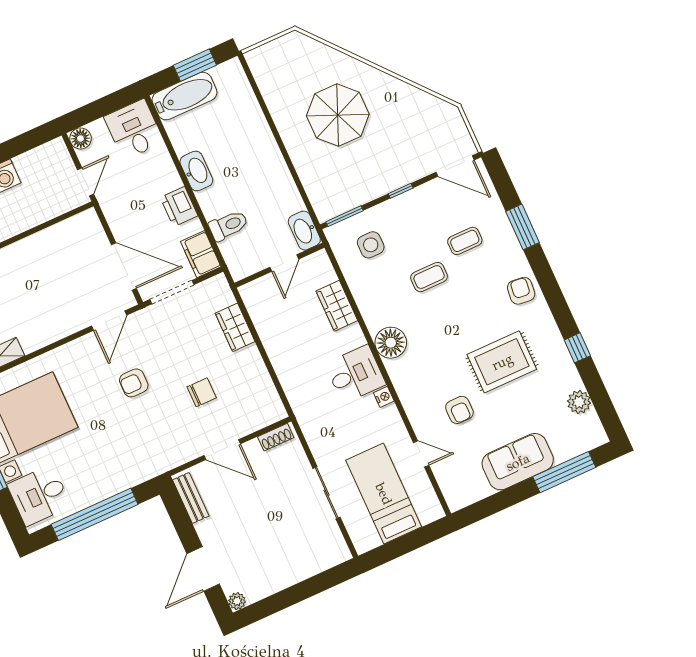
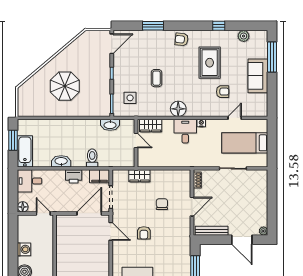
coffee table: (465, 241) -> (148, 55), removed
door: (284, 263) -> (136, 141), moved
wall: (279, 265) -> (136, 143), moved
bench: (191, 498) -> (212, 231), width x1.36

